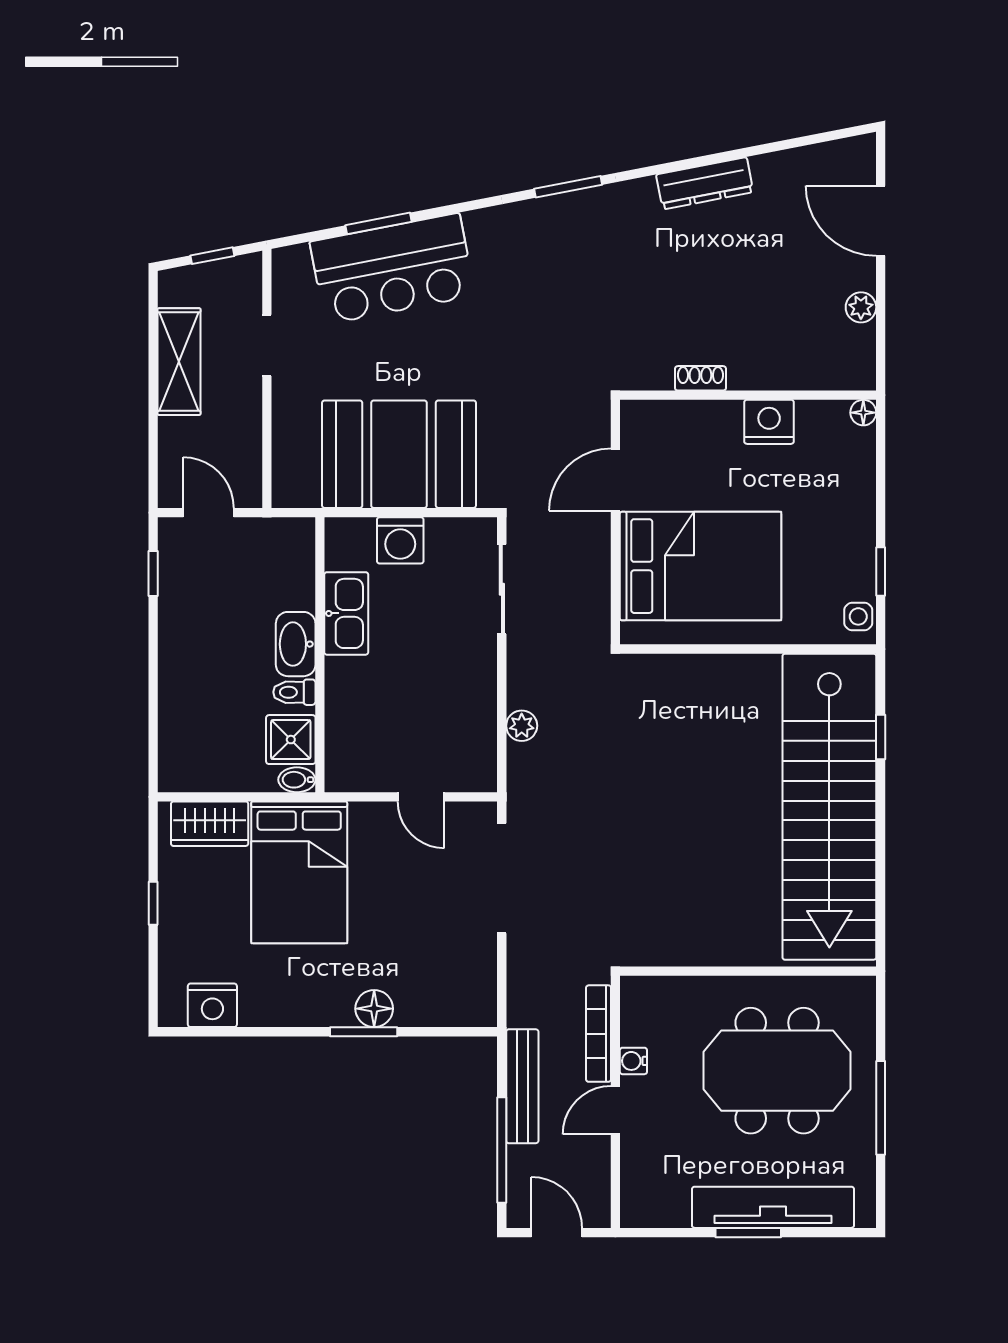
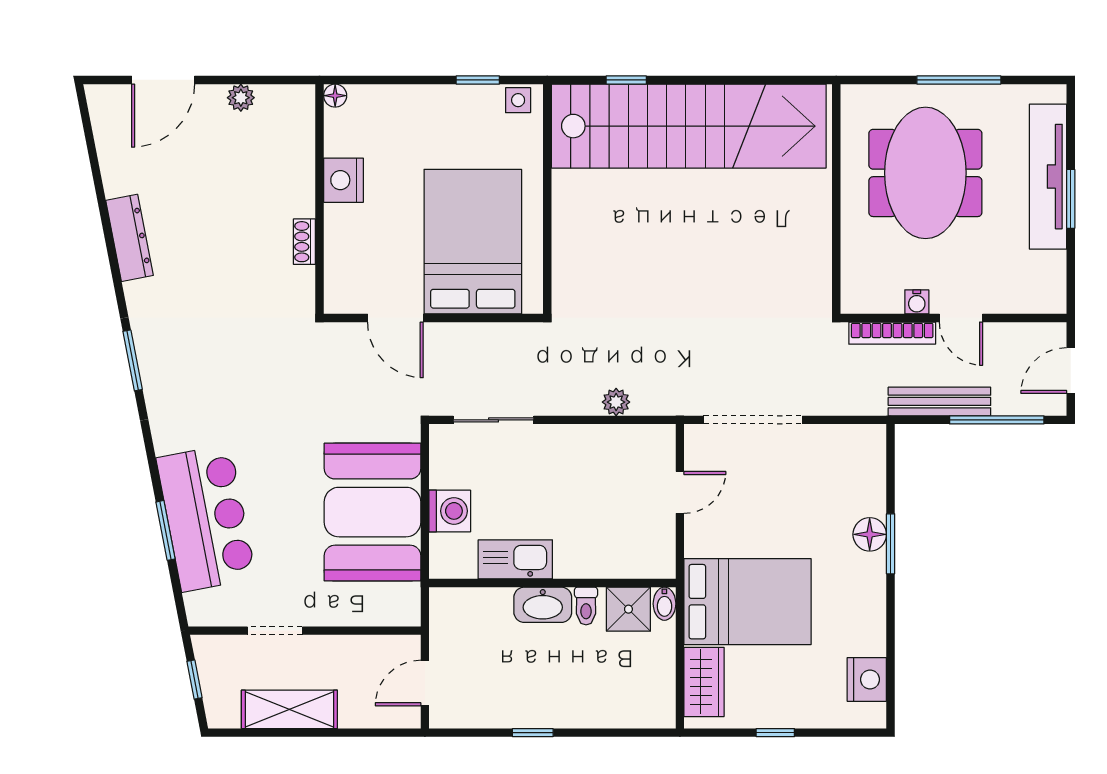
window: (153, 574) -> (533, 733), moved

